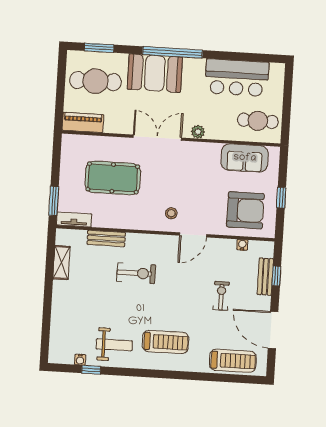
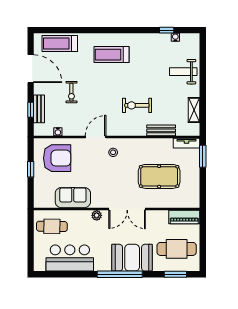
sofa: (245, 158) -> (73, 198), moved
armchair: (245, 210) -> (57, 158), turned 180
weight bench: (114, 345) -> (183, 72), moved

